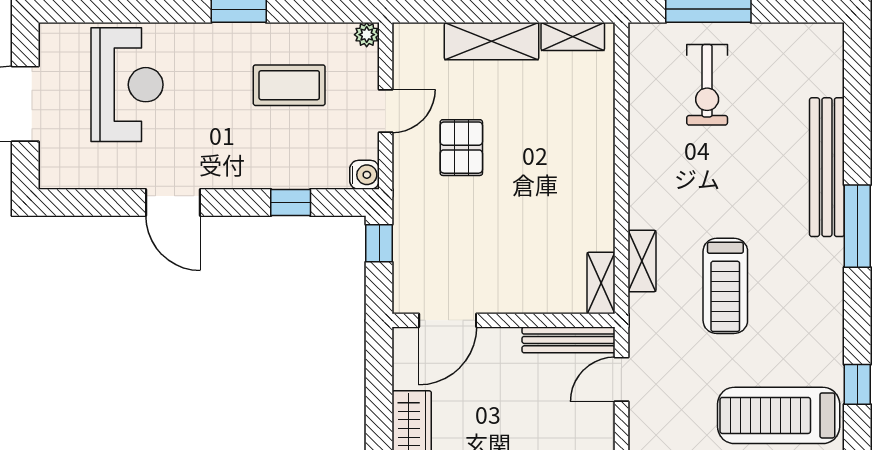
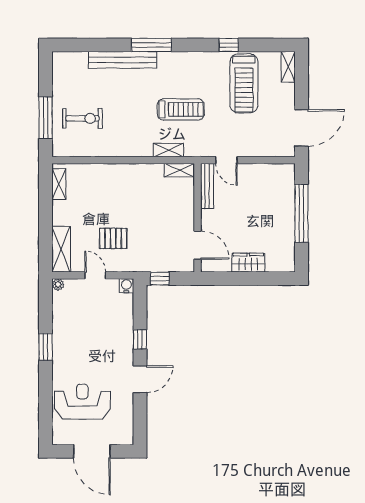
shelving: (492, 41) -> (61, 249), moved
coffee table: (289, 85) -> (83, 322), removed
window: (291, 202) -> (140, 340), moved

